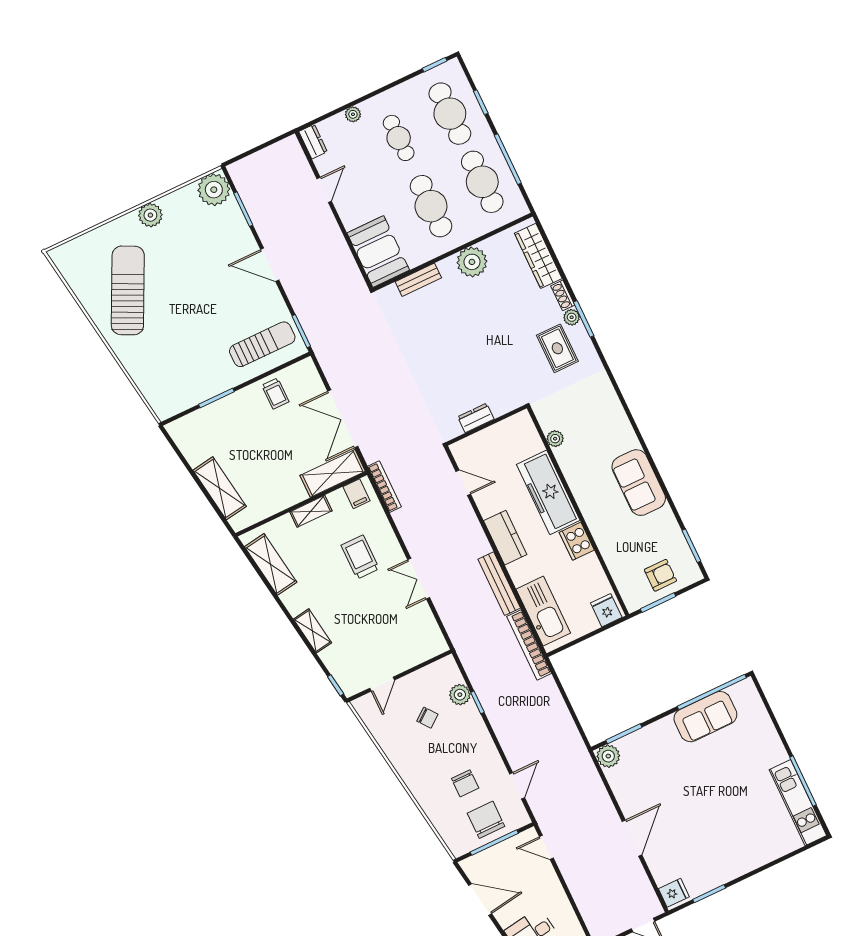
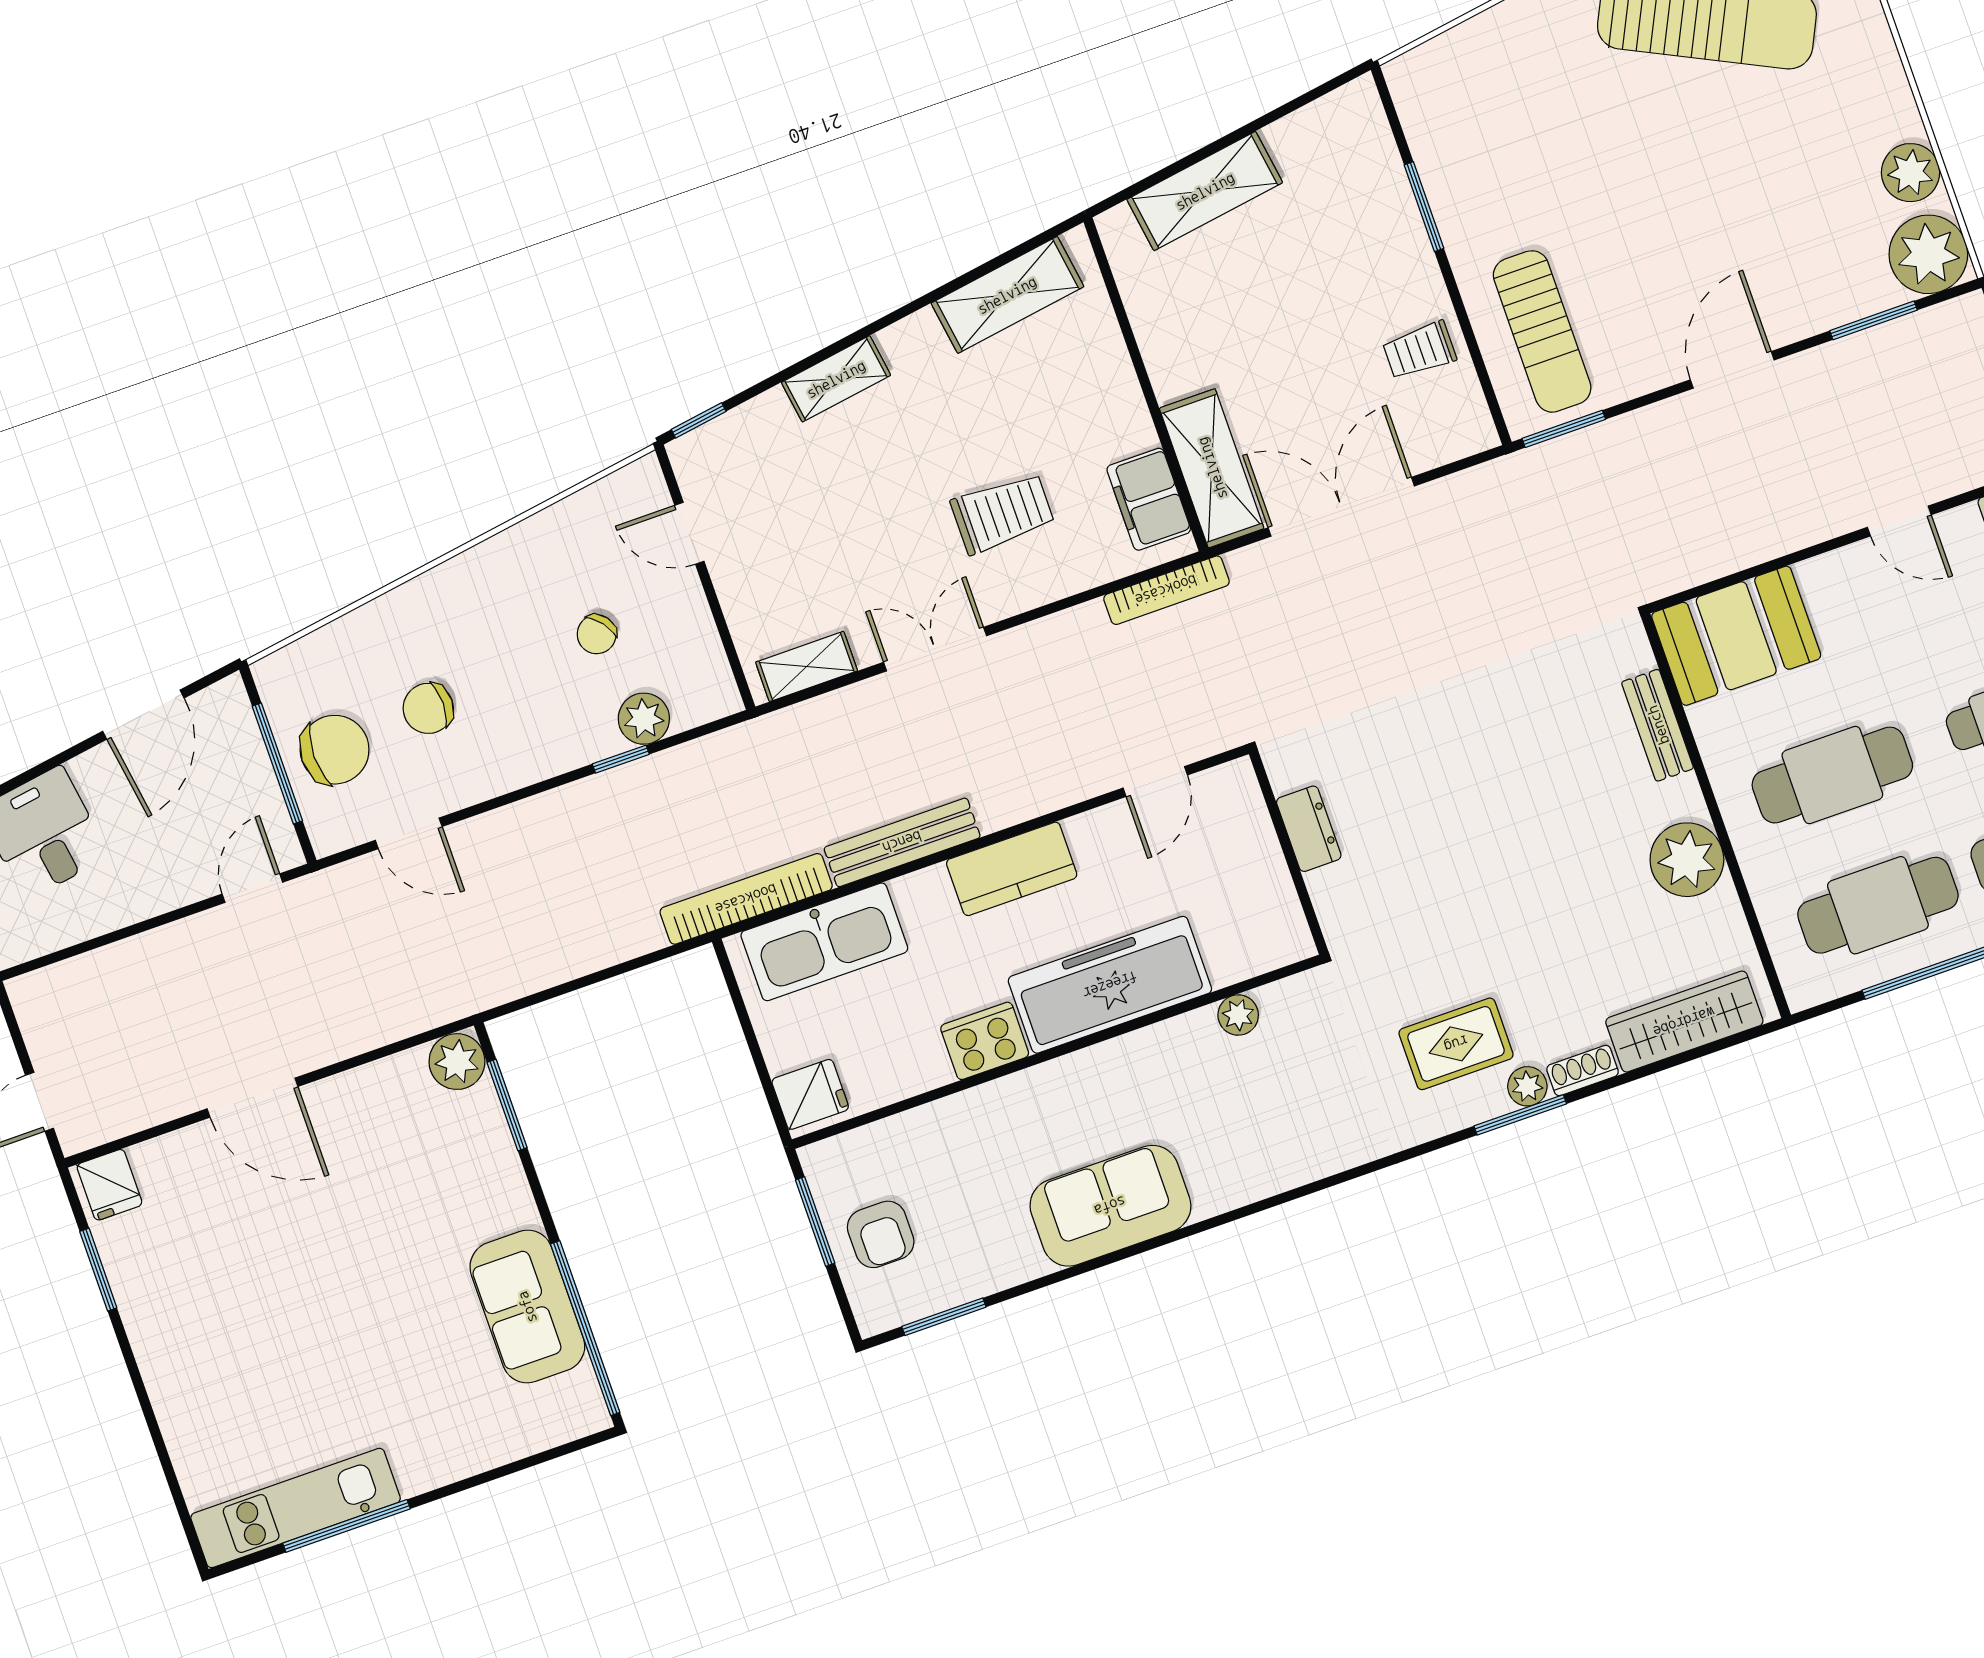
plant: (150, 215) -> (1911, 173), moved
filing cabinet: (356, 494) -> (1149, 499), width x2.00
shelving: (311, 511) -> (807, 666), moved, turned 90

